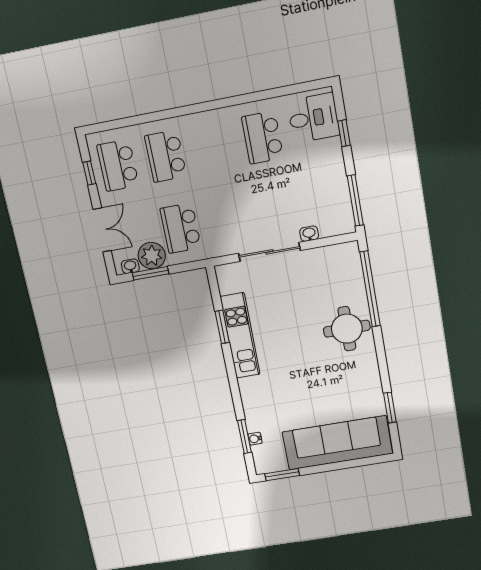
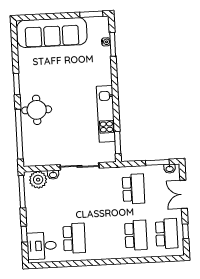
plant: (152, 256) -> (38, 180), moved
window: (222, 327) -> (118, 143), moved
window: (390, 408) -> (17, 84), moved

